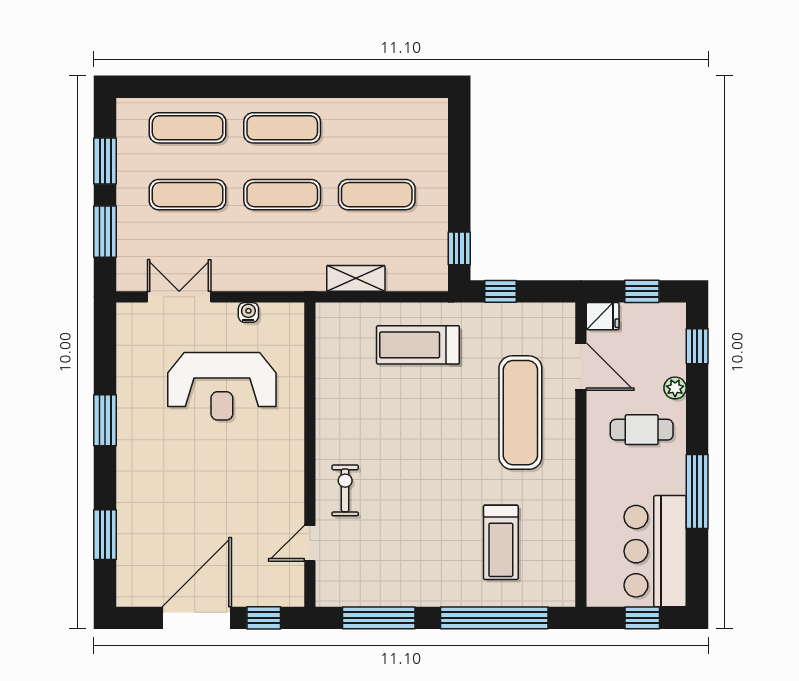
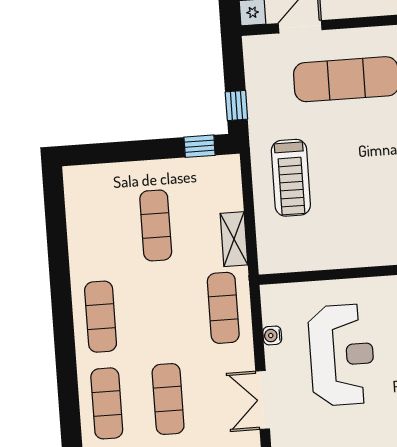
exercise mat: (282, 195) -> (223, 308), moved

